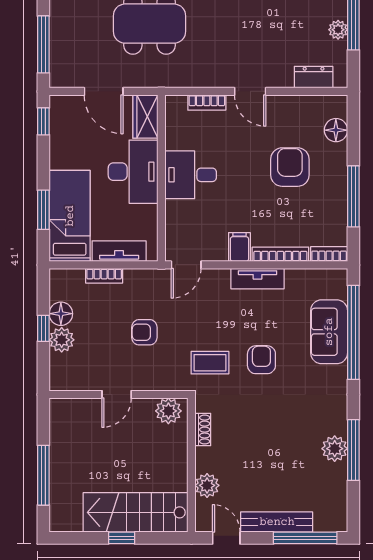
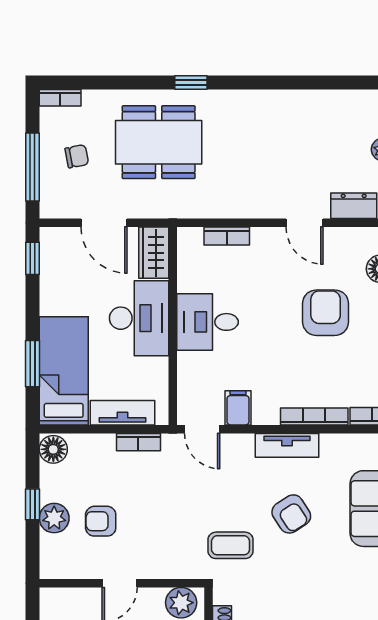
chair: (81, 35) -> (77, 156), added
door: (250, 91) -> (305, 223), moved
filing cabinet: (239, 247) -> (238, 408), moved
door: (186, 265) -> (202, 429), hinge flipped
bookcase: (104, 276) -> (138, 442), moved
floor lamp: (61, 314) -> (53, 449), moved
armchair: (144, 332) -> (101, 521), moved
armchair: (261, 360) -> (291, 514), moved, turned 147

